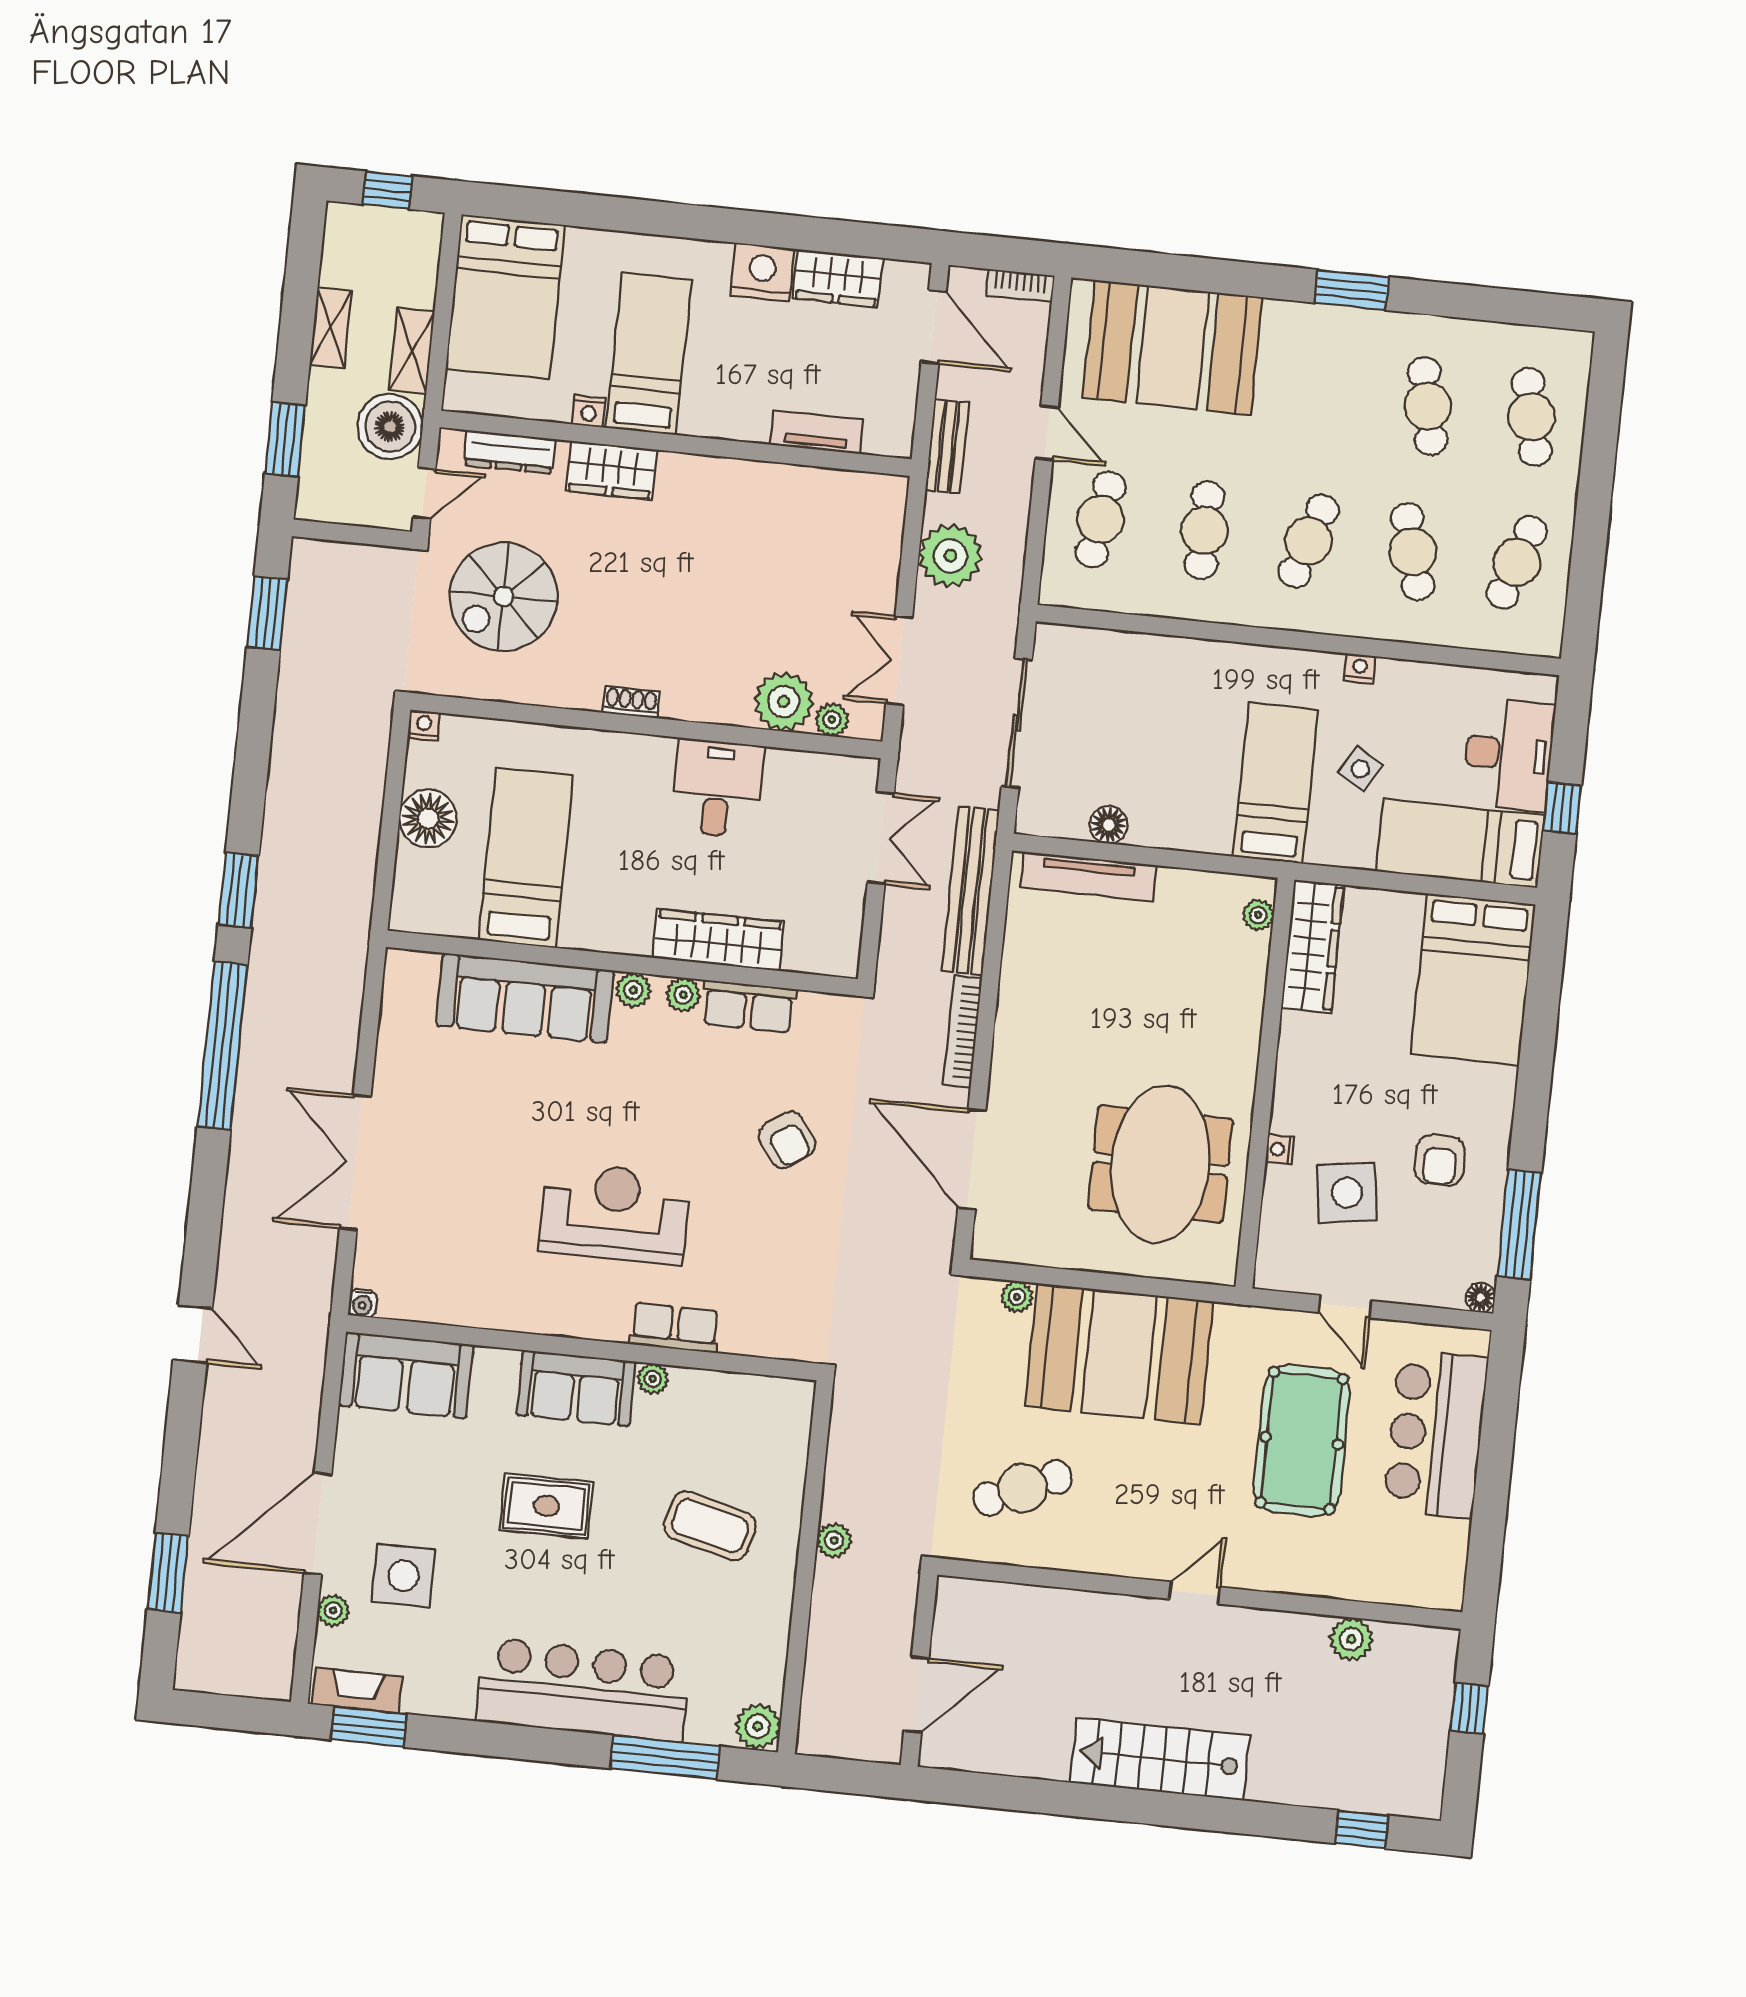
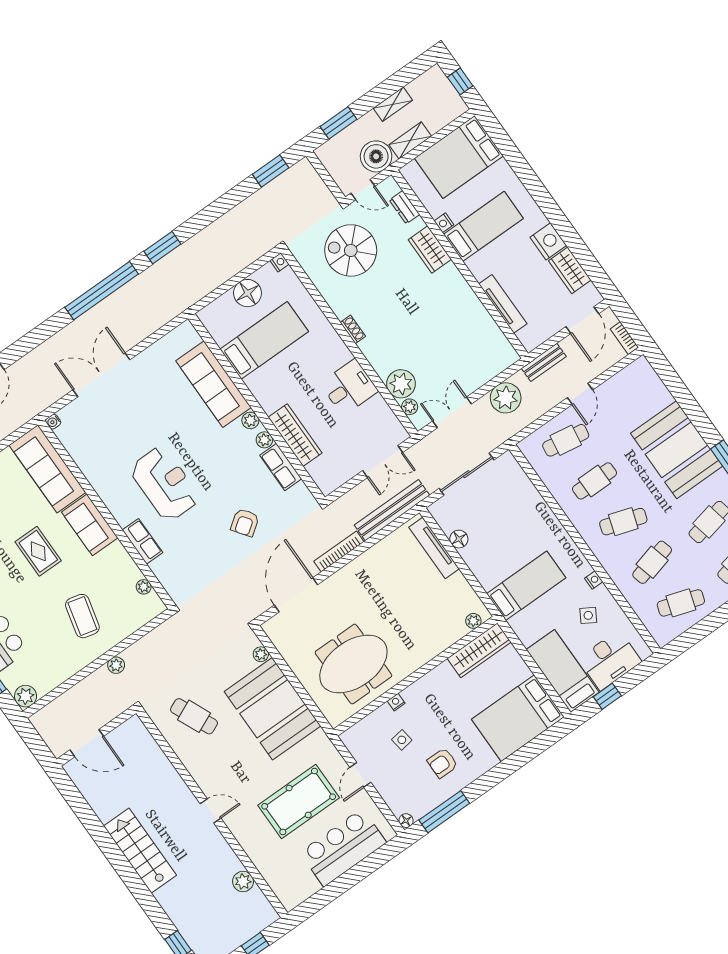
booth: (1172, 347) -> (677, 450), moved
tv unit: (816, 432) -> (503, 304), width x1.41
dresser: (510, 452) -> (404, 207), width x0.70
side table: (1360, 769) -> (588, 615), moved
side table: (1347, 1193) -> (402, 740), width x0.54, depth x0.54
sofa: (406, 1375) -> (47, 469), width x1.36
plant: (653, 1379) -> (144, 587), moved

